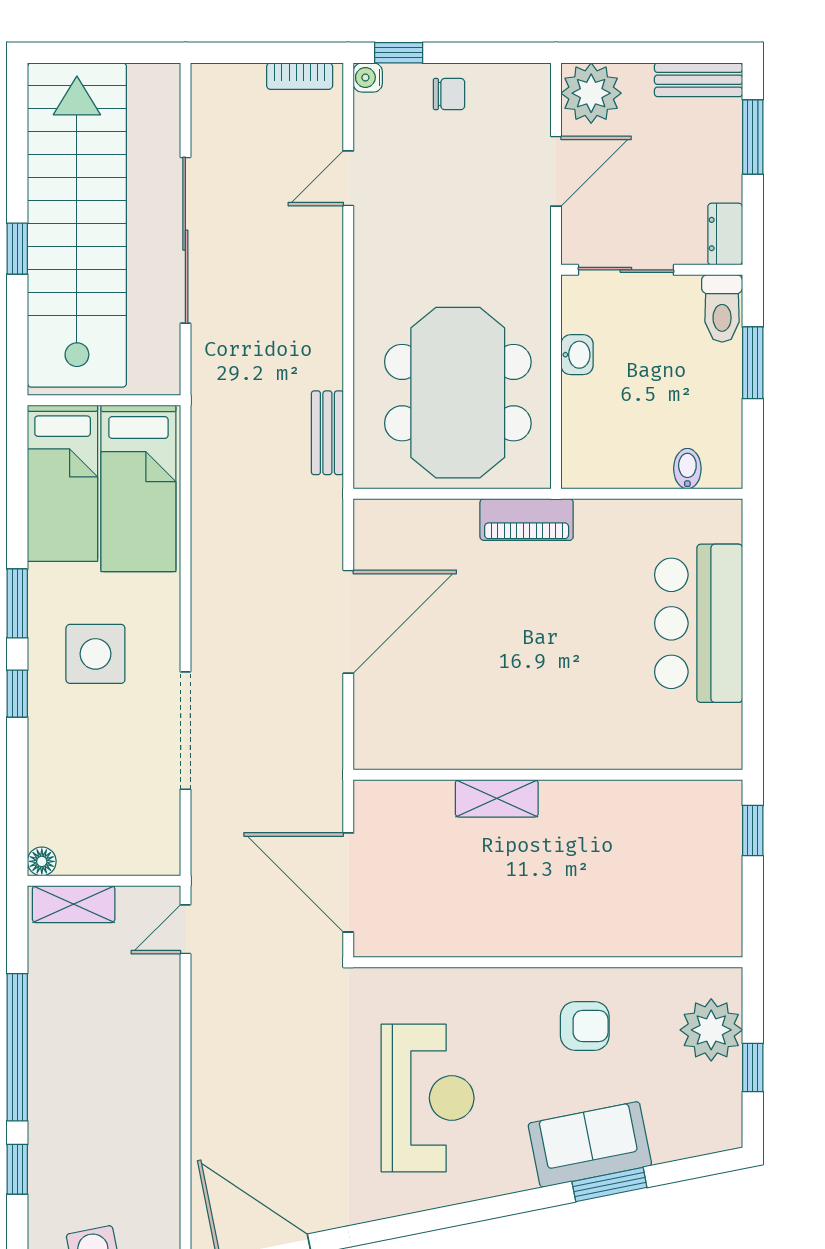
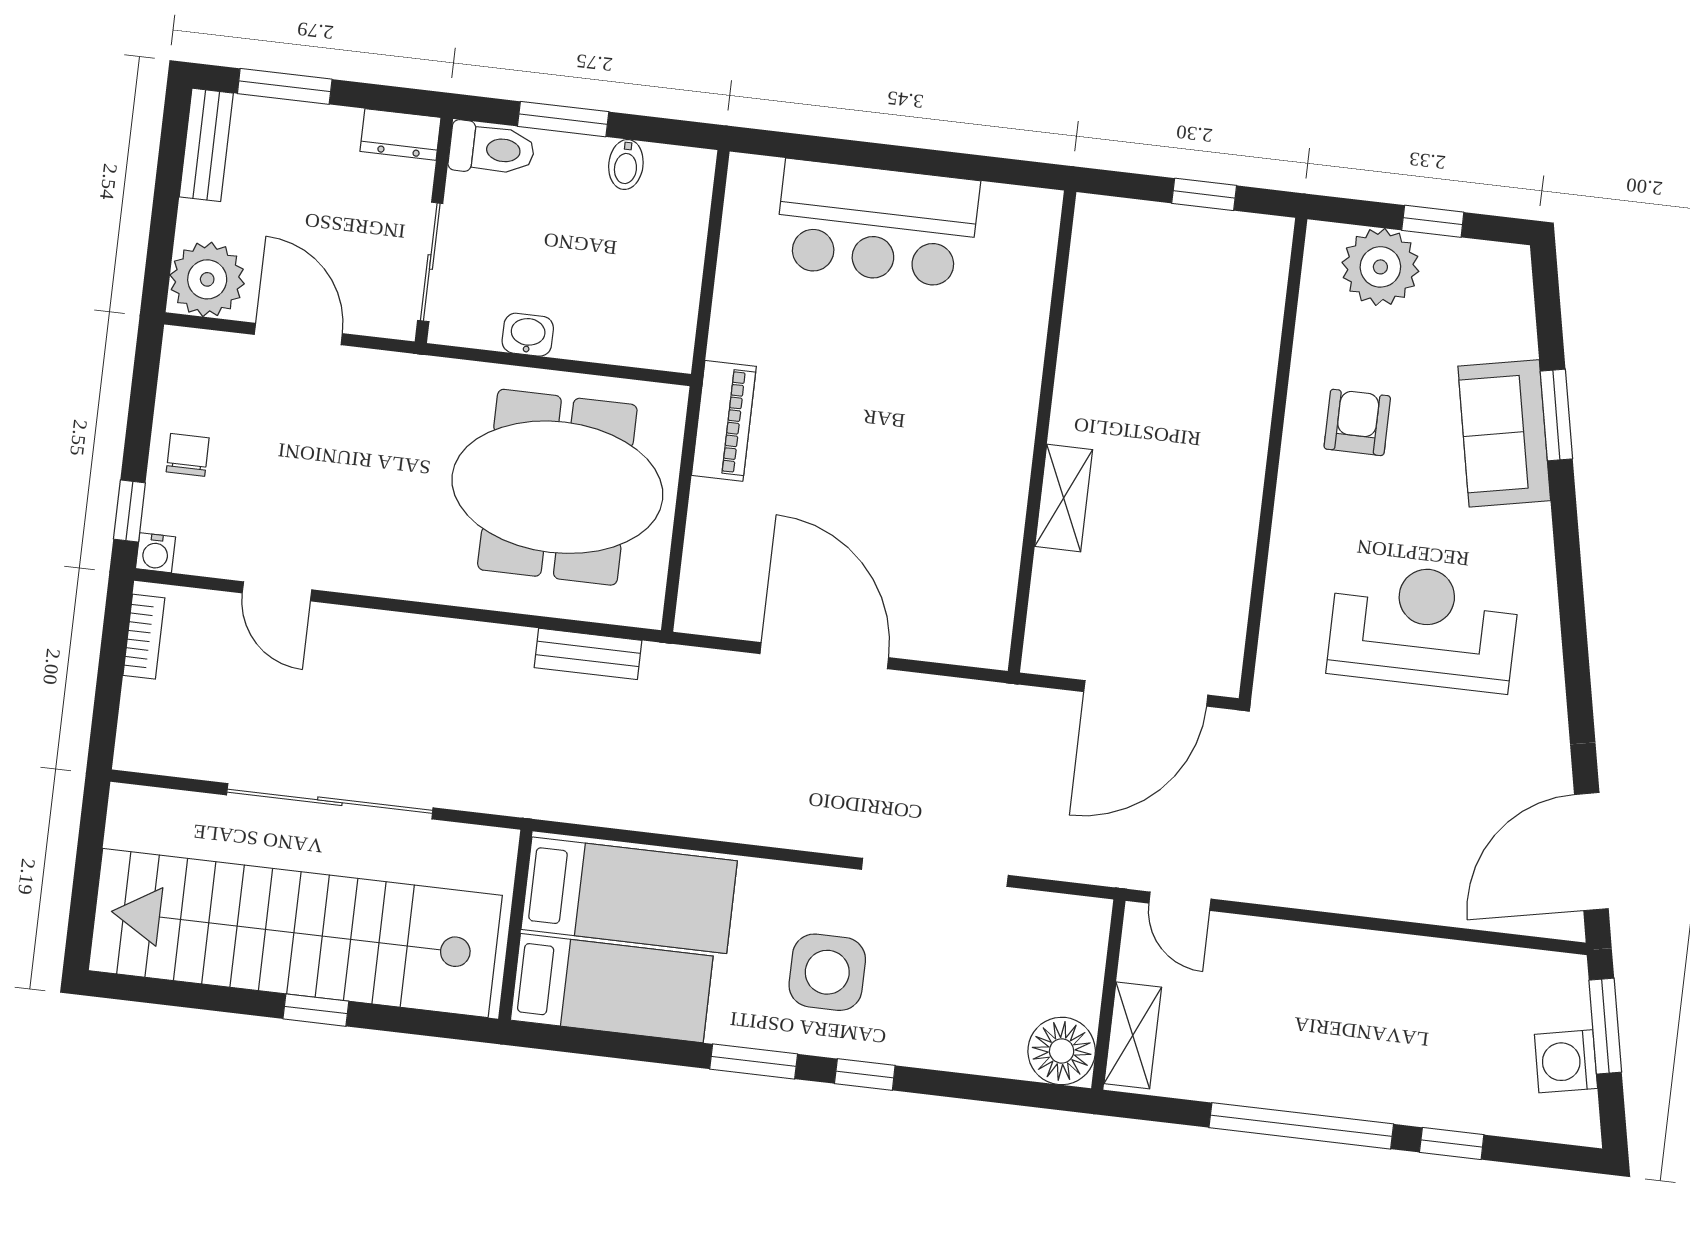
bidet: (687, 469) -> (626, 165), moved, turned -90
window: (753, 831) -> (1204, 194), moved
floor lamp: (42, 861) -> (1062, 1051), width x1.89, depth x1.89

